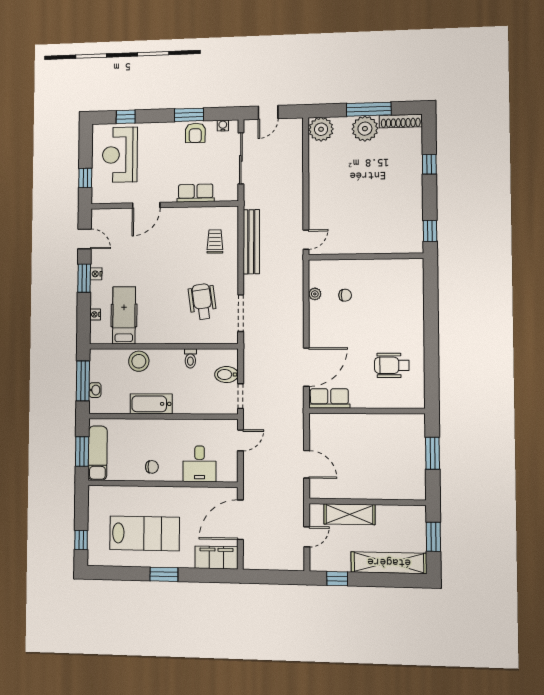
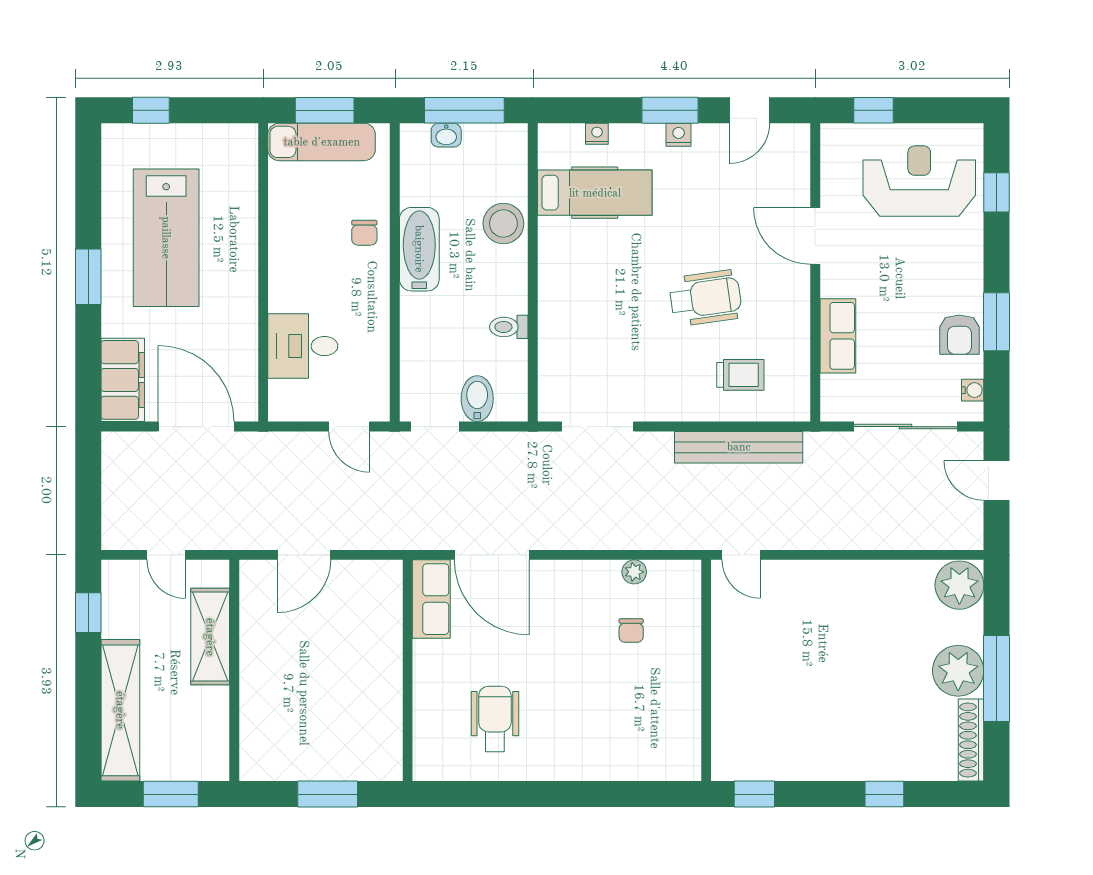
armchair: (195, 133) -> (959, 335), turned -90
wheelchair: (202, 302) -> (705, 298), moved
chair: (152, 467) -> (364, 233), moved

